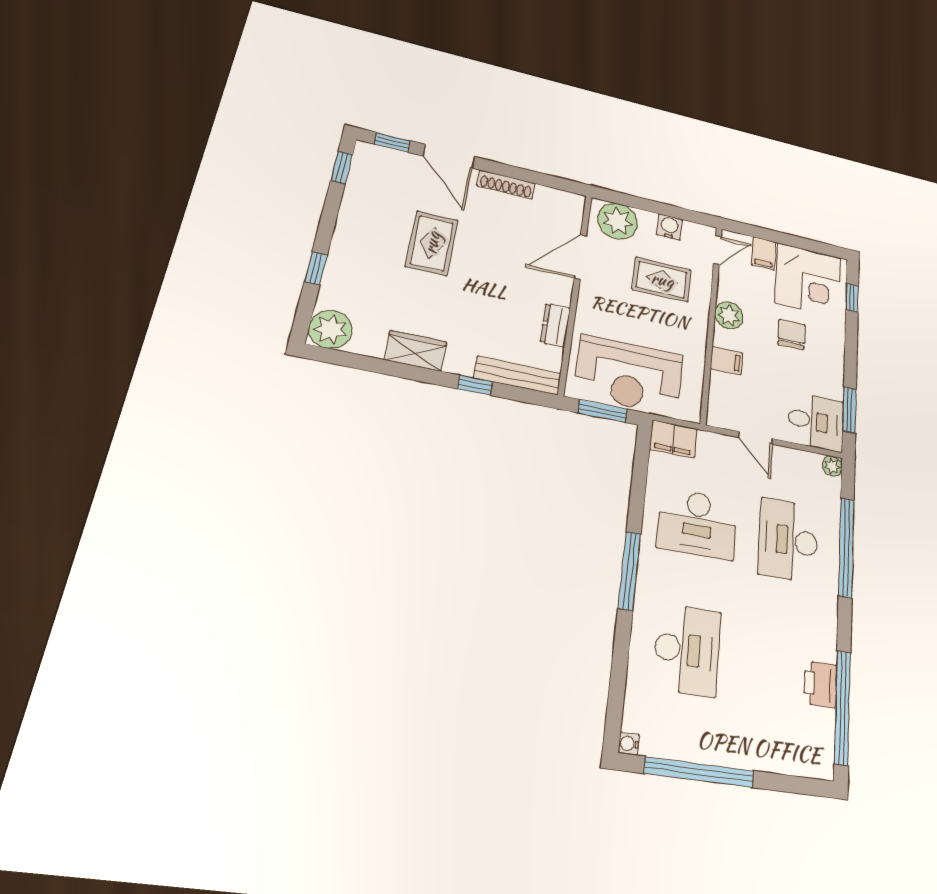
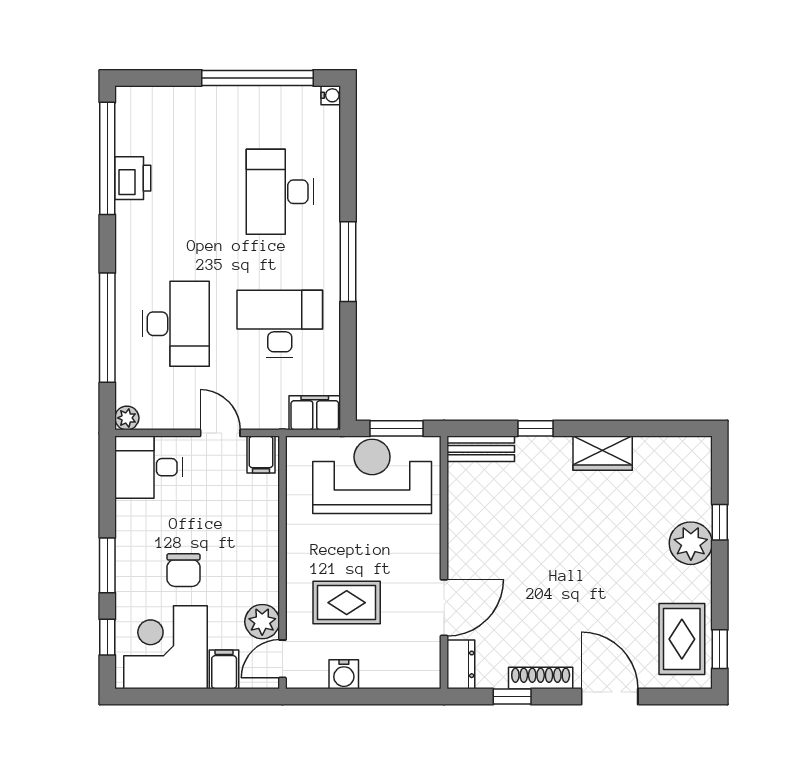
window: (393, 142) -> (512, 697), moved
plant: (618, 221) -> (407, 665), removed
rug: (432, 243) -> (682, 639), moved
plant: (729, 315) -> (262, 622), moved
dresser: (555, 325) -> (461, 664), moved
plant: (331, 329) -> (691, 543), moved
filing cabinet: (726, 361) -> (261, 455), moved, turned -90
bench: (518, 376) -> (481, 449), width x0.73
window: (849, 410) -> (107, 565), moved

